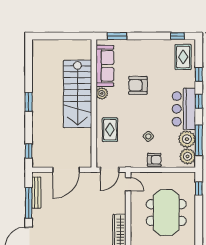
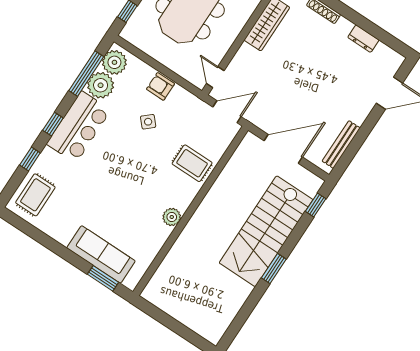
window: (177, 36) -> (25, 227), removed
sofa: (105, 66) -> (101, 254), moved, turned 90
armchair: (138, 85) -> (118, 197), removed
stairs: (77, 94) -> (266, 231), moved, turned 180
rug: (110, 130) -> (192, 163), turned 90
window: (29, 203) -> (360, 138), removed

